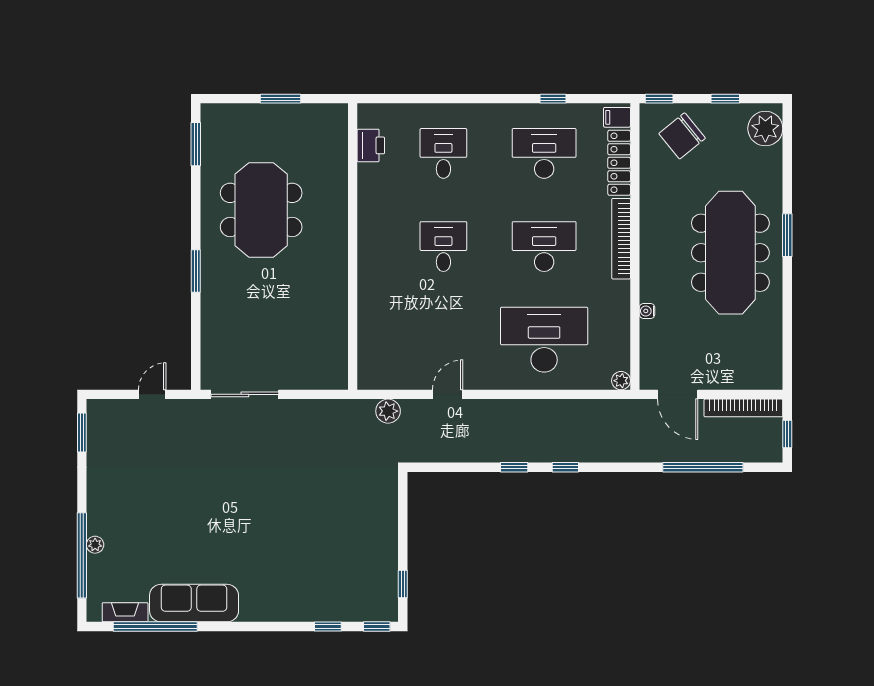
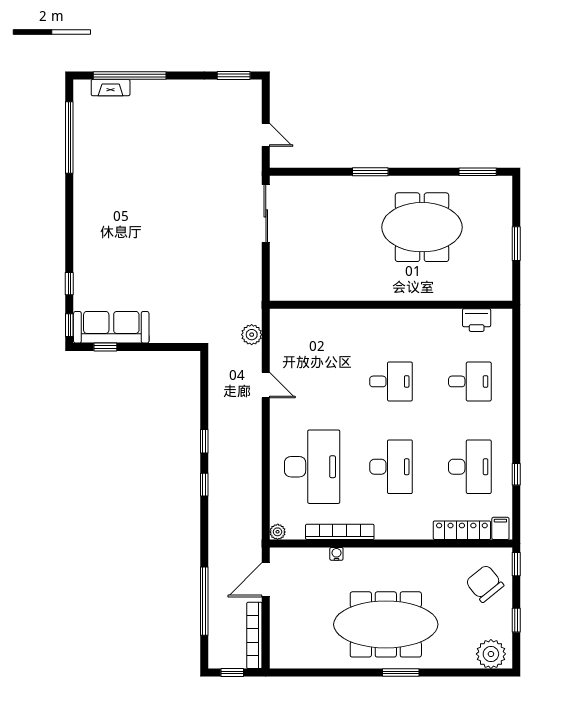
bookcase: (621, 239) -> (340, 532), moved
plant: (95, 545) -> (139, 87), removed
sofa: (194, 603) -> (111, 327), moved, turned -90
fireplace: (125, 612) -> (111, 88), moved, turned 90

